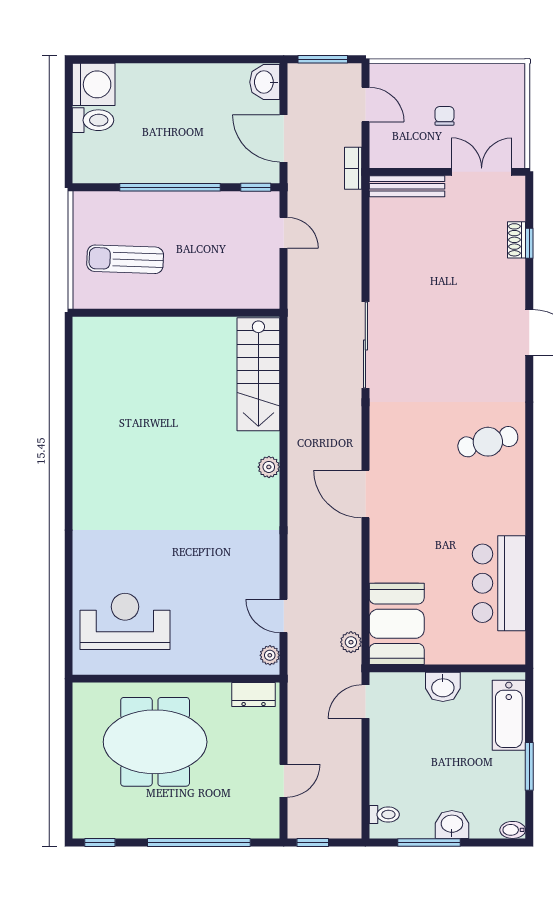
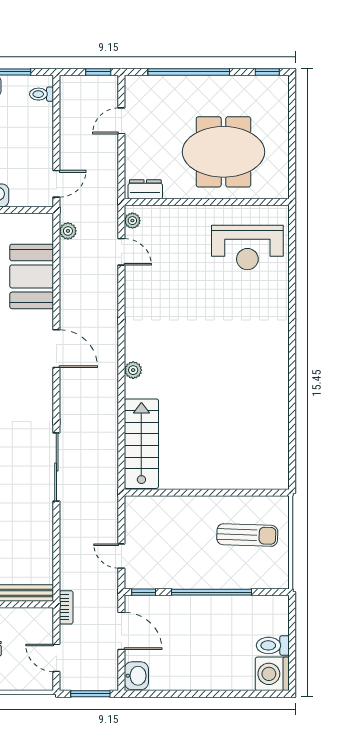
booth: (397, 624) -> (32, 276), moved

